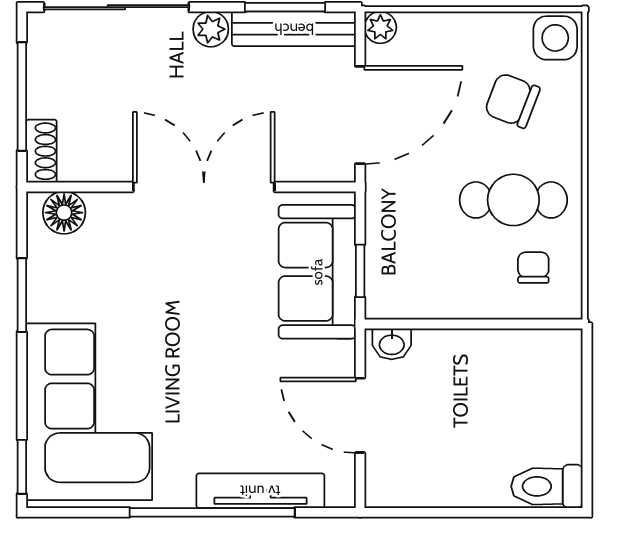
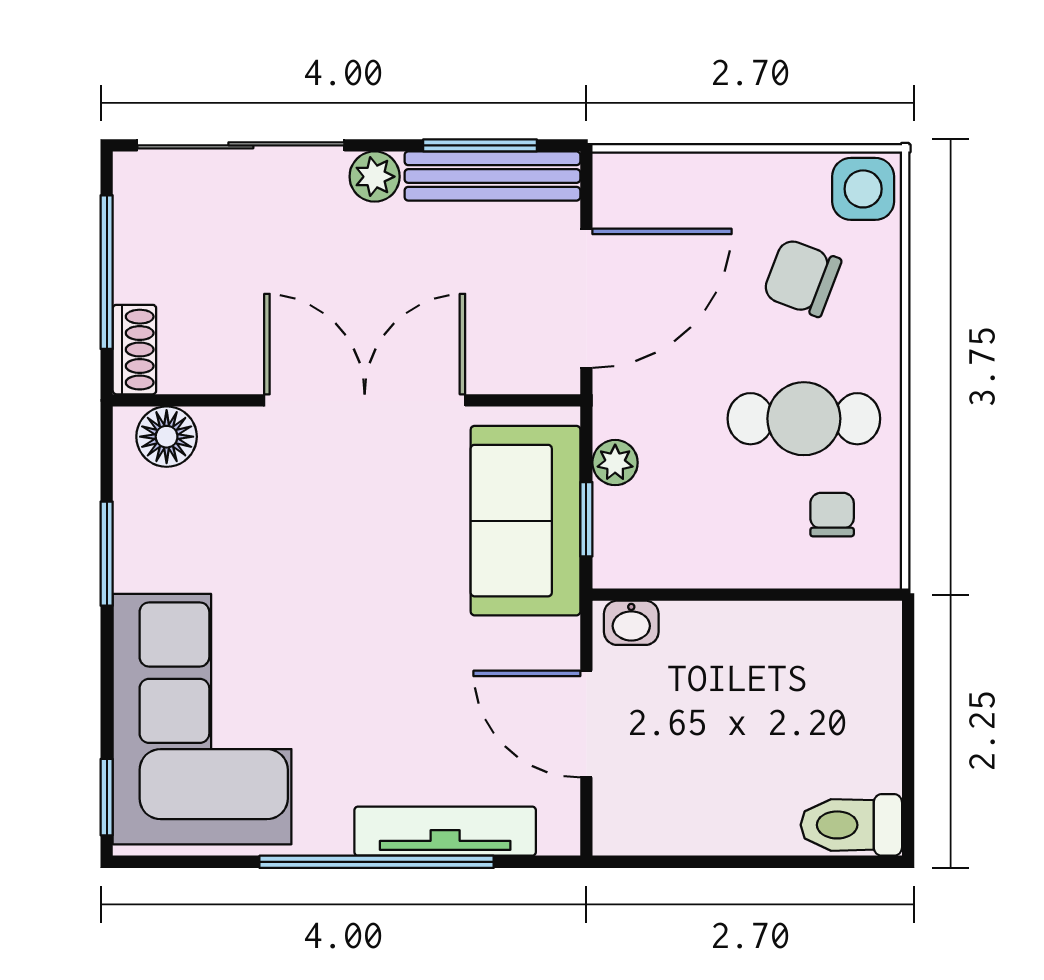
plant: (380, 27) -> (615, 463), moved

